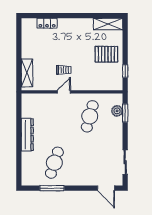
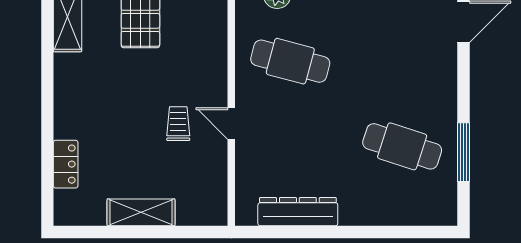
shelving: (27, 73) -> (141, 212), moved
dresser: (27, 135) -> (298, 212), moved

